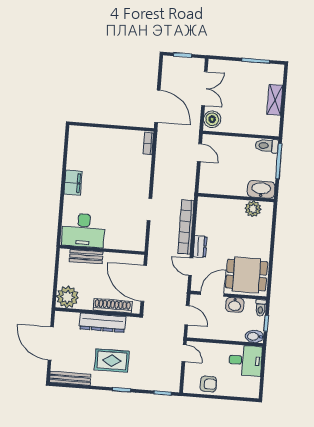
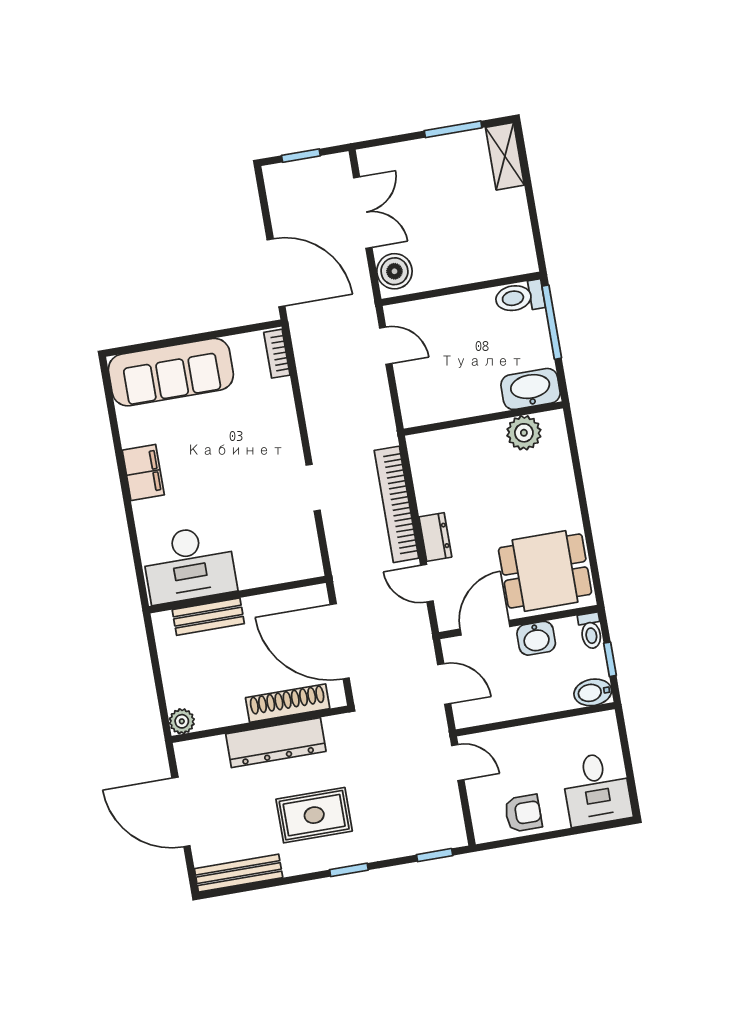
shelving: (275, 100) -> (505, 156), moved
sofa: (97, 140) -> (171, 372), added
plant: (67, 297) -> (182, 721), width x0.53, depth x0.53
desk: (245, 360) -> (597, 789), moved, turned 90

